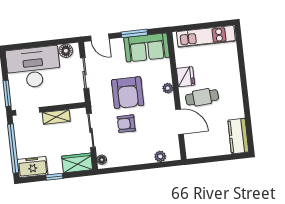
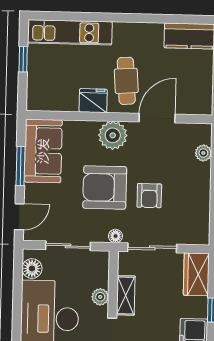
window: (207, 25) -> (23, 59), added
kitchen unit: (206, 36) -> (70, 32), moved, turned 90
plant: (168, 88) -> (113, 135), width x1.88, depth x1.88
armchair: (128, 93) -> (105, 187), turned 180
plant: (53, 100) -> (100, 297), added
floor lamp: (102, 160) -> (115, 236), moved

